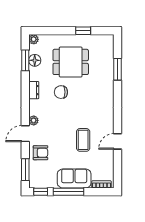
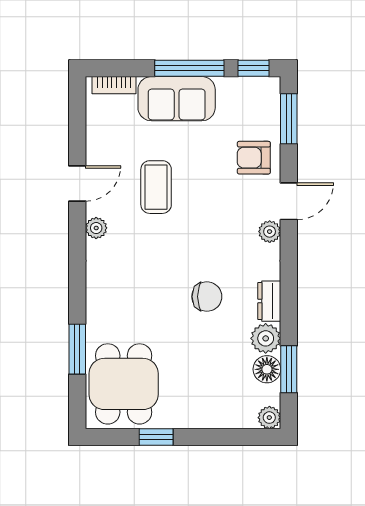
dining table: (71, 62) -> (124, 384), moved, turned 90
plant: (35, 74) -> (266, 338), added
plant: (109, 122) -> (96, 228), added

